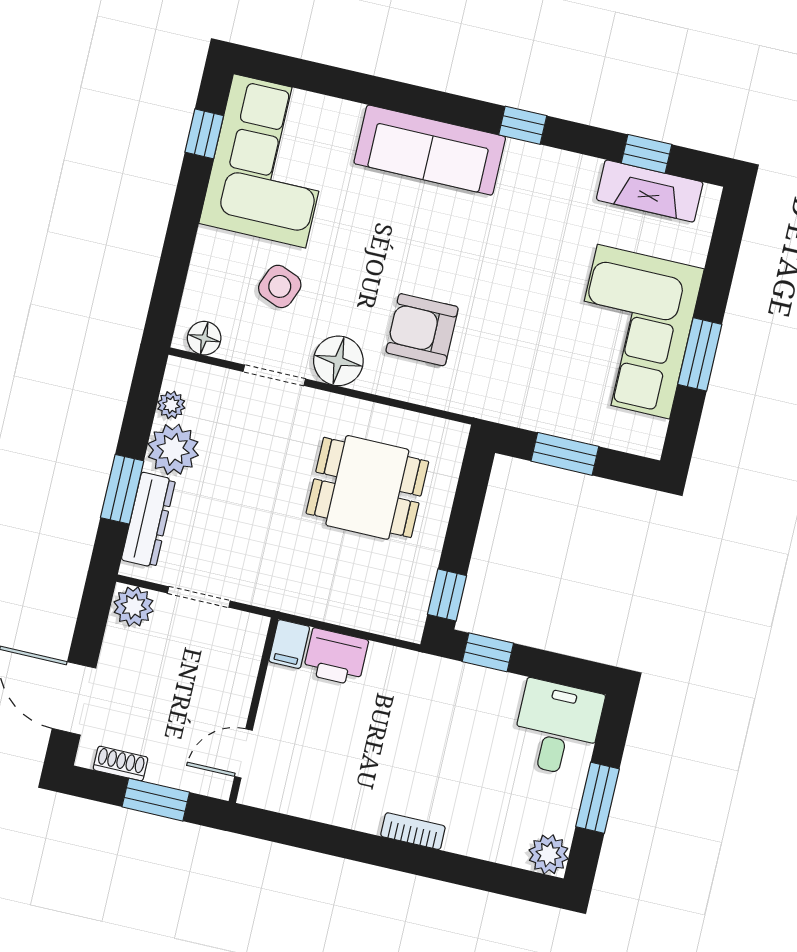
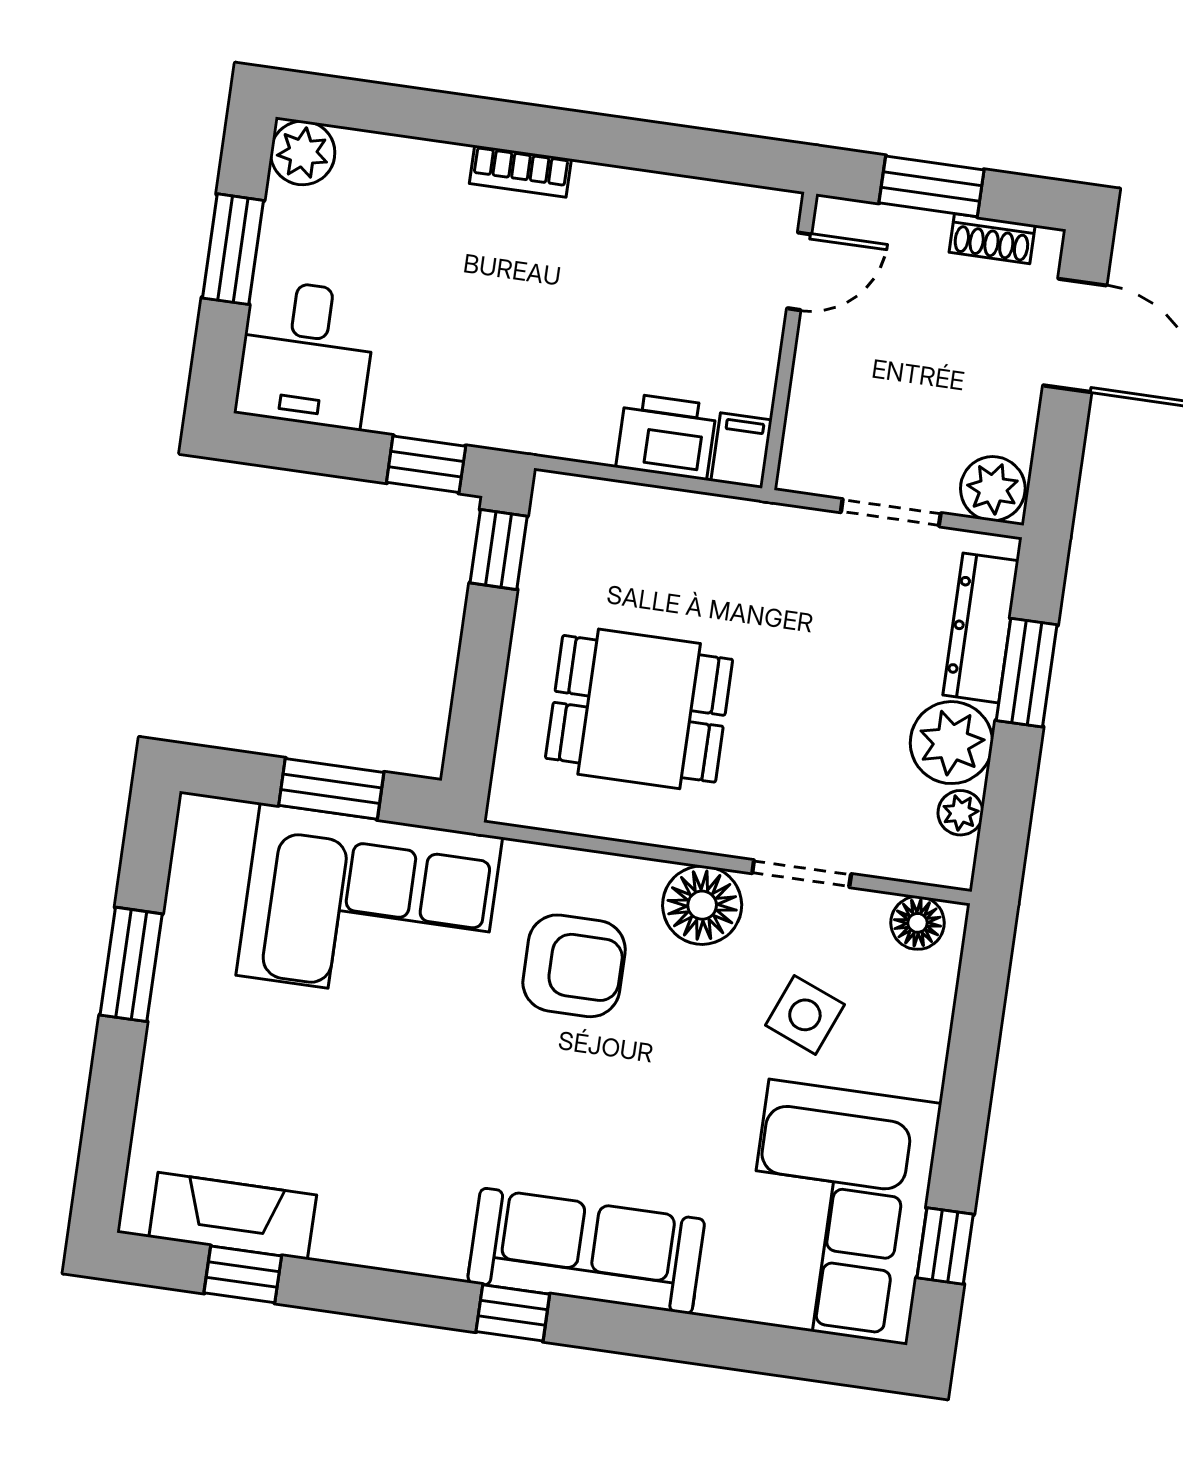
window: (523, 125) -> (513, 1313), moved
corner sofa: (634, 332) -> (369, 906), moved, turned 90

